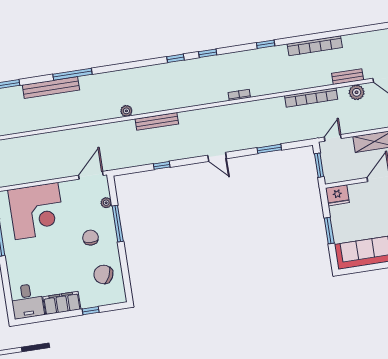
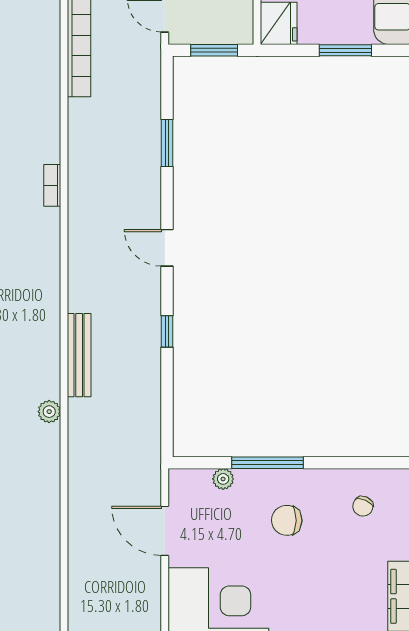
door: (217, 157) -> (167, 248), swing flipped
window: (162, 165) -> (167, 331), moved
door: (91, 175) -> (165, 531), moved
chair: (103, 274) -> (363, 506), width x0.54, depth x0.54

